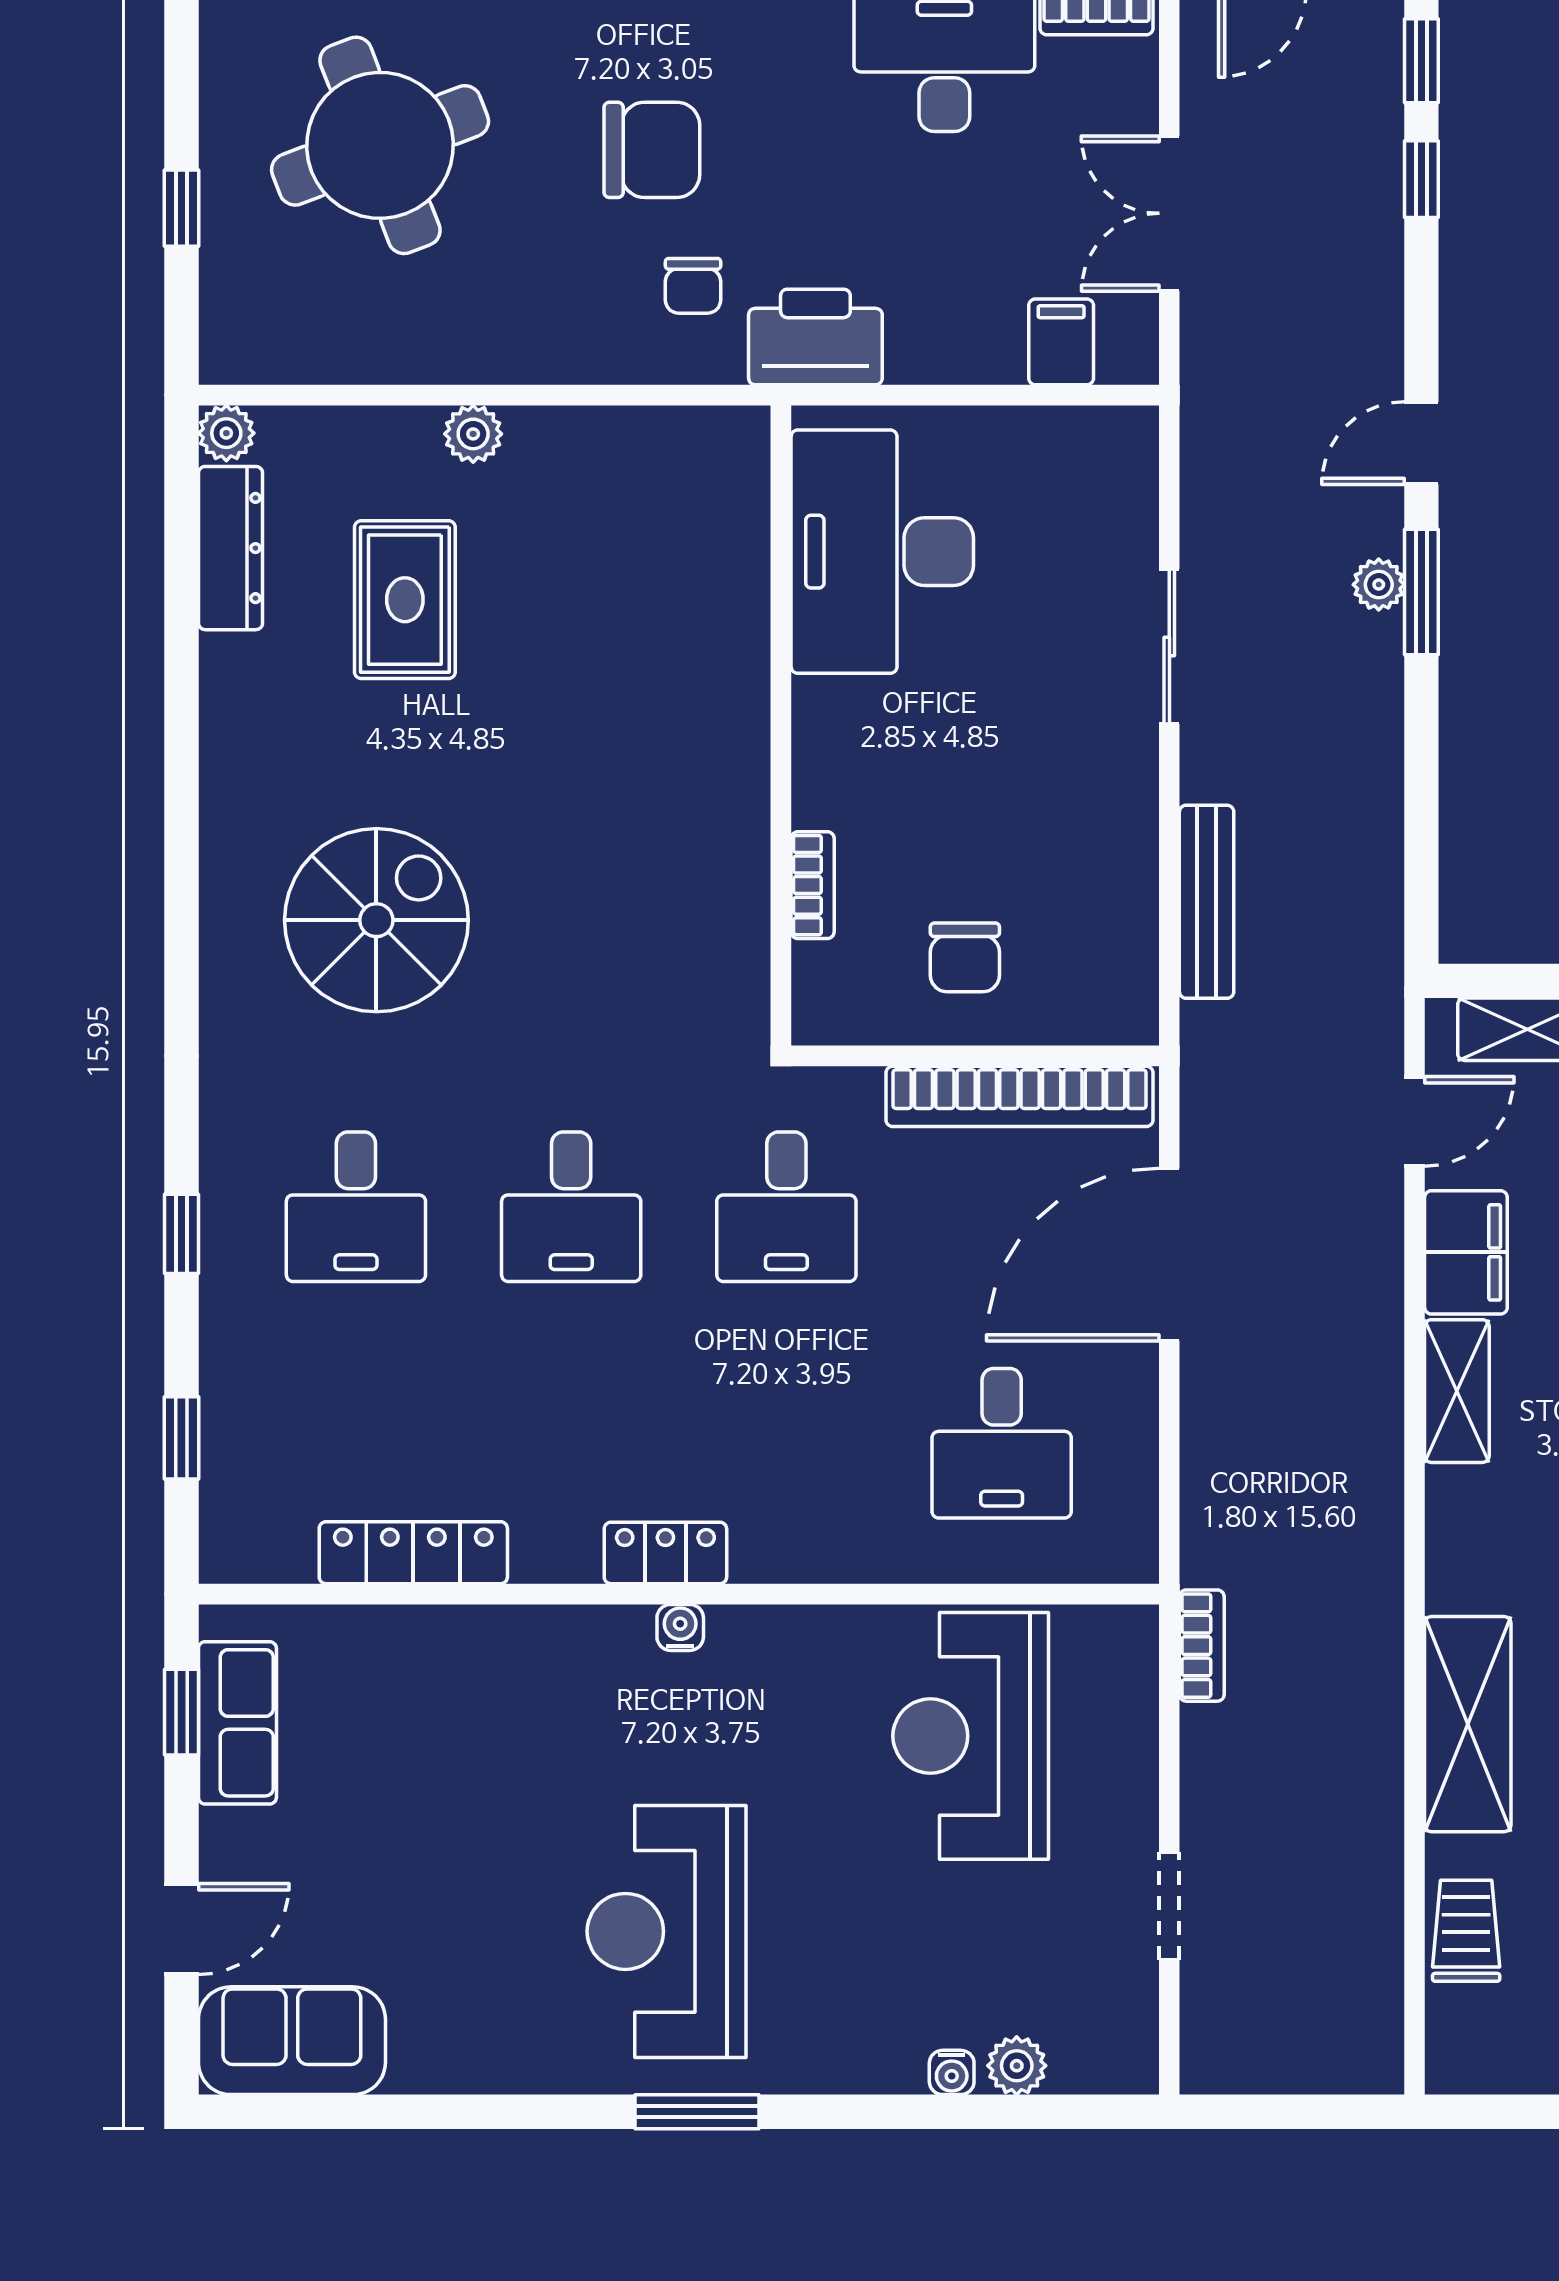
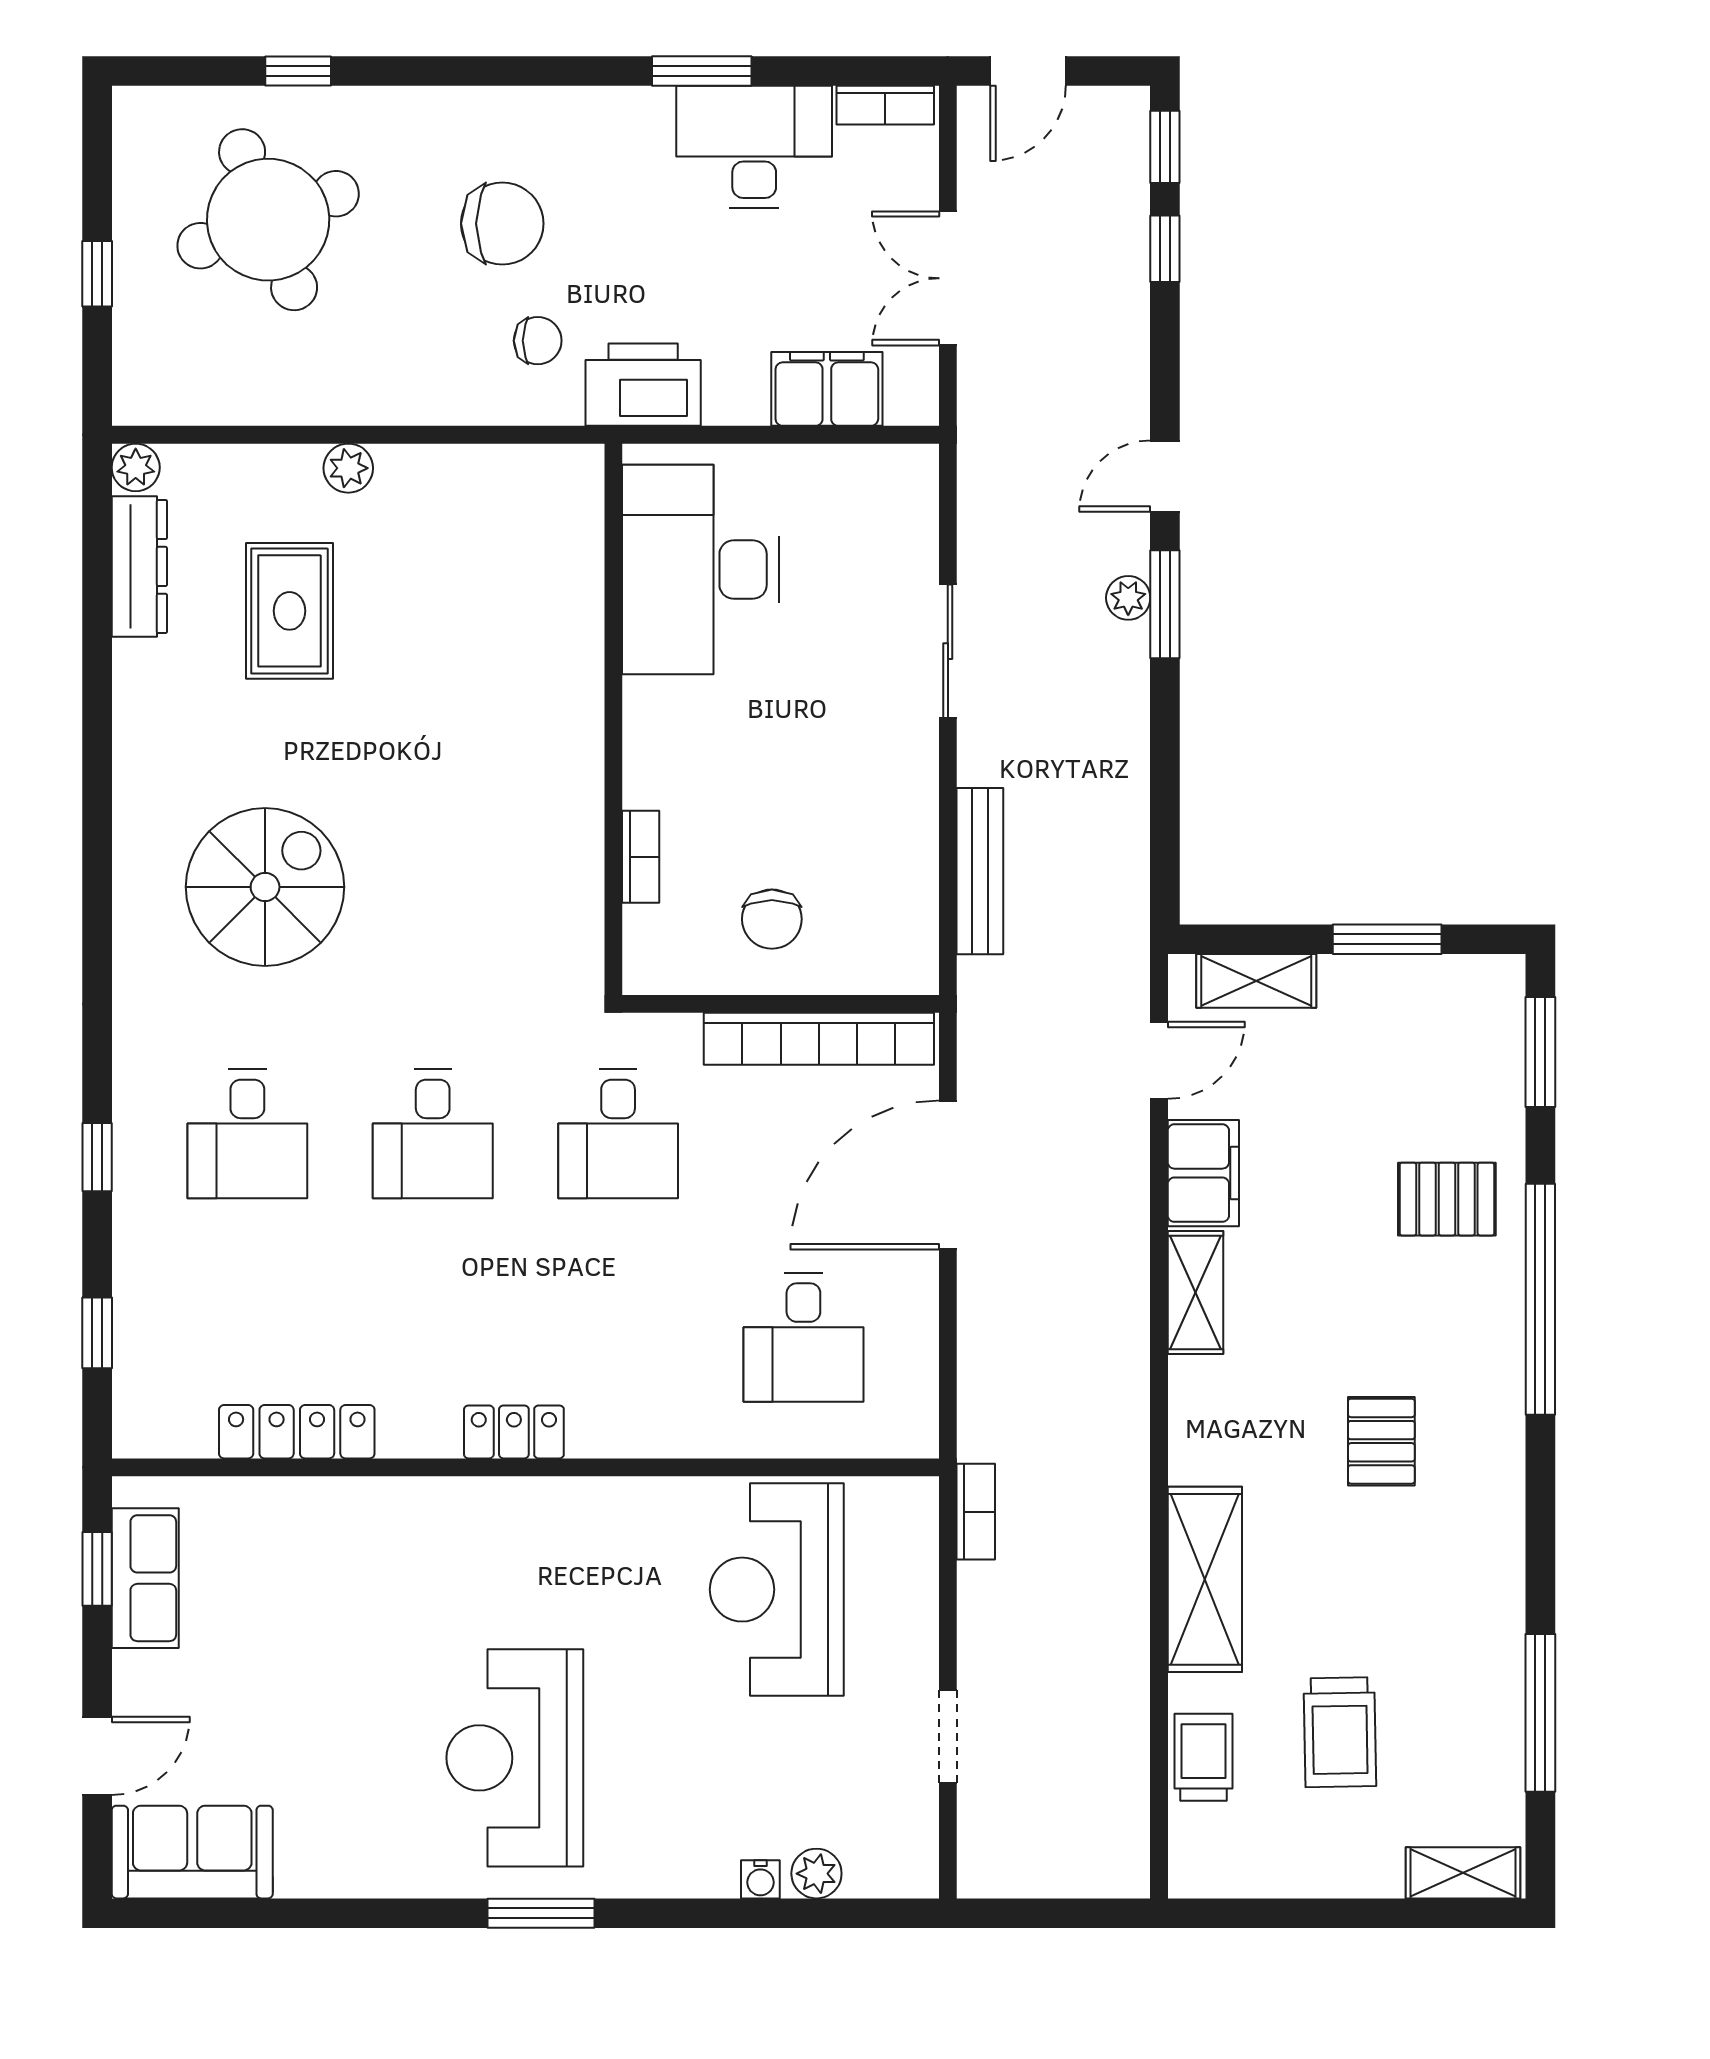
chair: (693, 286) -> (538, 341), turned -90
filing cabinet: (1061, 342) -> (827, 389), width x2.00
water cooler: (680, 1627) -> (527, 1496), removed

